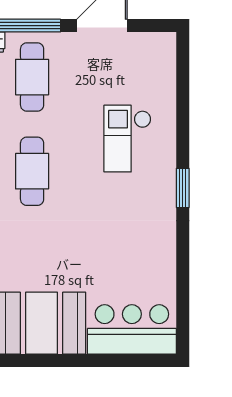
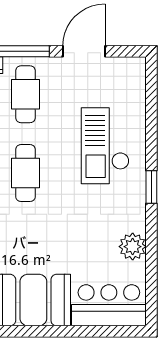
checkout: (127, 139) -> (105, 146), width x1.36, depth x1.21
plant: (160, 259) -> (133, 247), added

